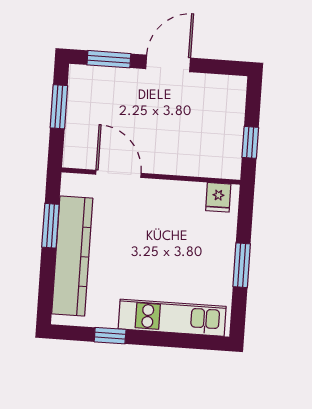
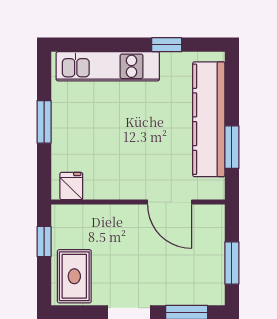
rug: (222, 104) -> (74, 276), added

